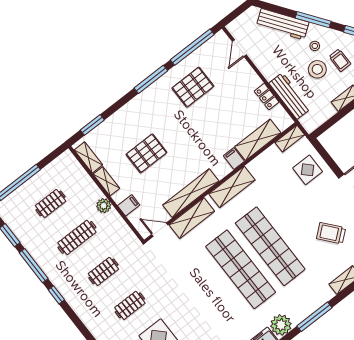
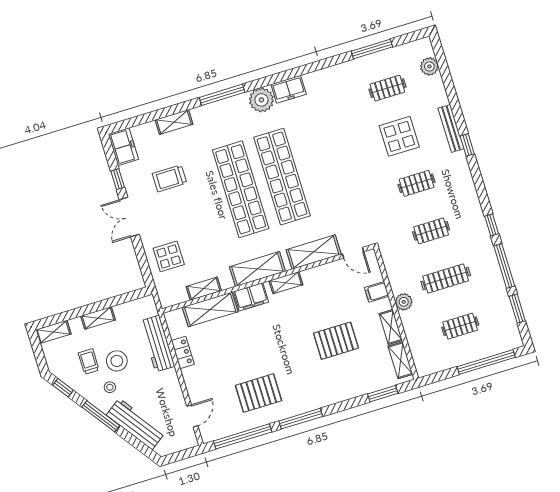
shelving: (290, 139) -> (204, 289), moved
filing cabinet: (234, 158) -> (251, 297), width x2.00
shelving: (191, 193) -> (286, 283), width x0.45, depth x0.75
trolley: (331, 233) -> (170, 178), turned 130

